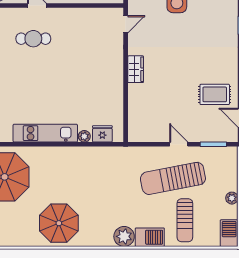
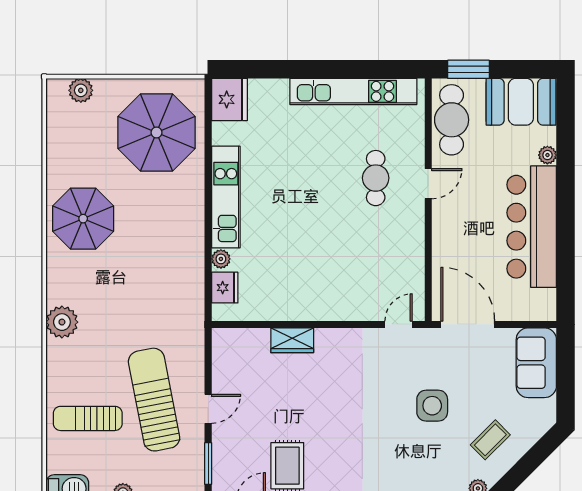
door: (126, 24) -> (399, 324), swing flipped
wardrobe: (136, 69) -> (292, 340), moved
barbecue: (150, 237) -> (61, 363), removed

